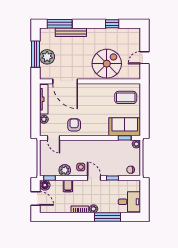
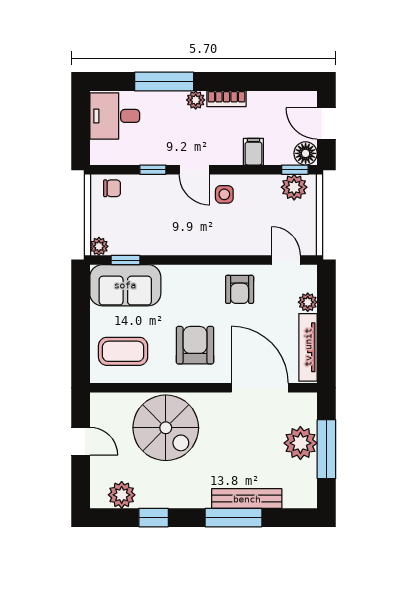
window: (60, 24) -> (233, 518), moved
plant: (126, 34) -> (122, 495), added
door: (145, 58) -> (81, 441), hinge flipped
spiral stairs: (107, 64) -> (166, 428), turned -90
armchair: (94, 100) -> (195, 345), added
plant: (65, 170) -> (294, 187), moved

